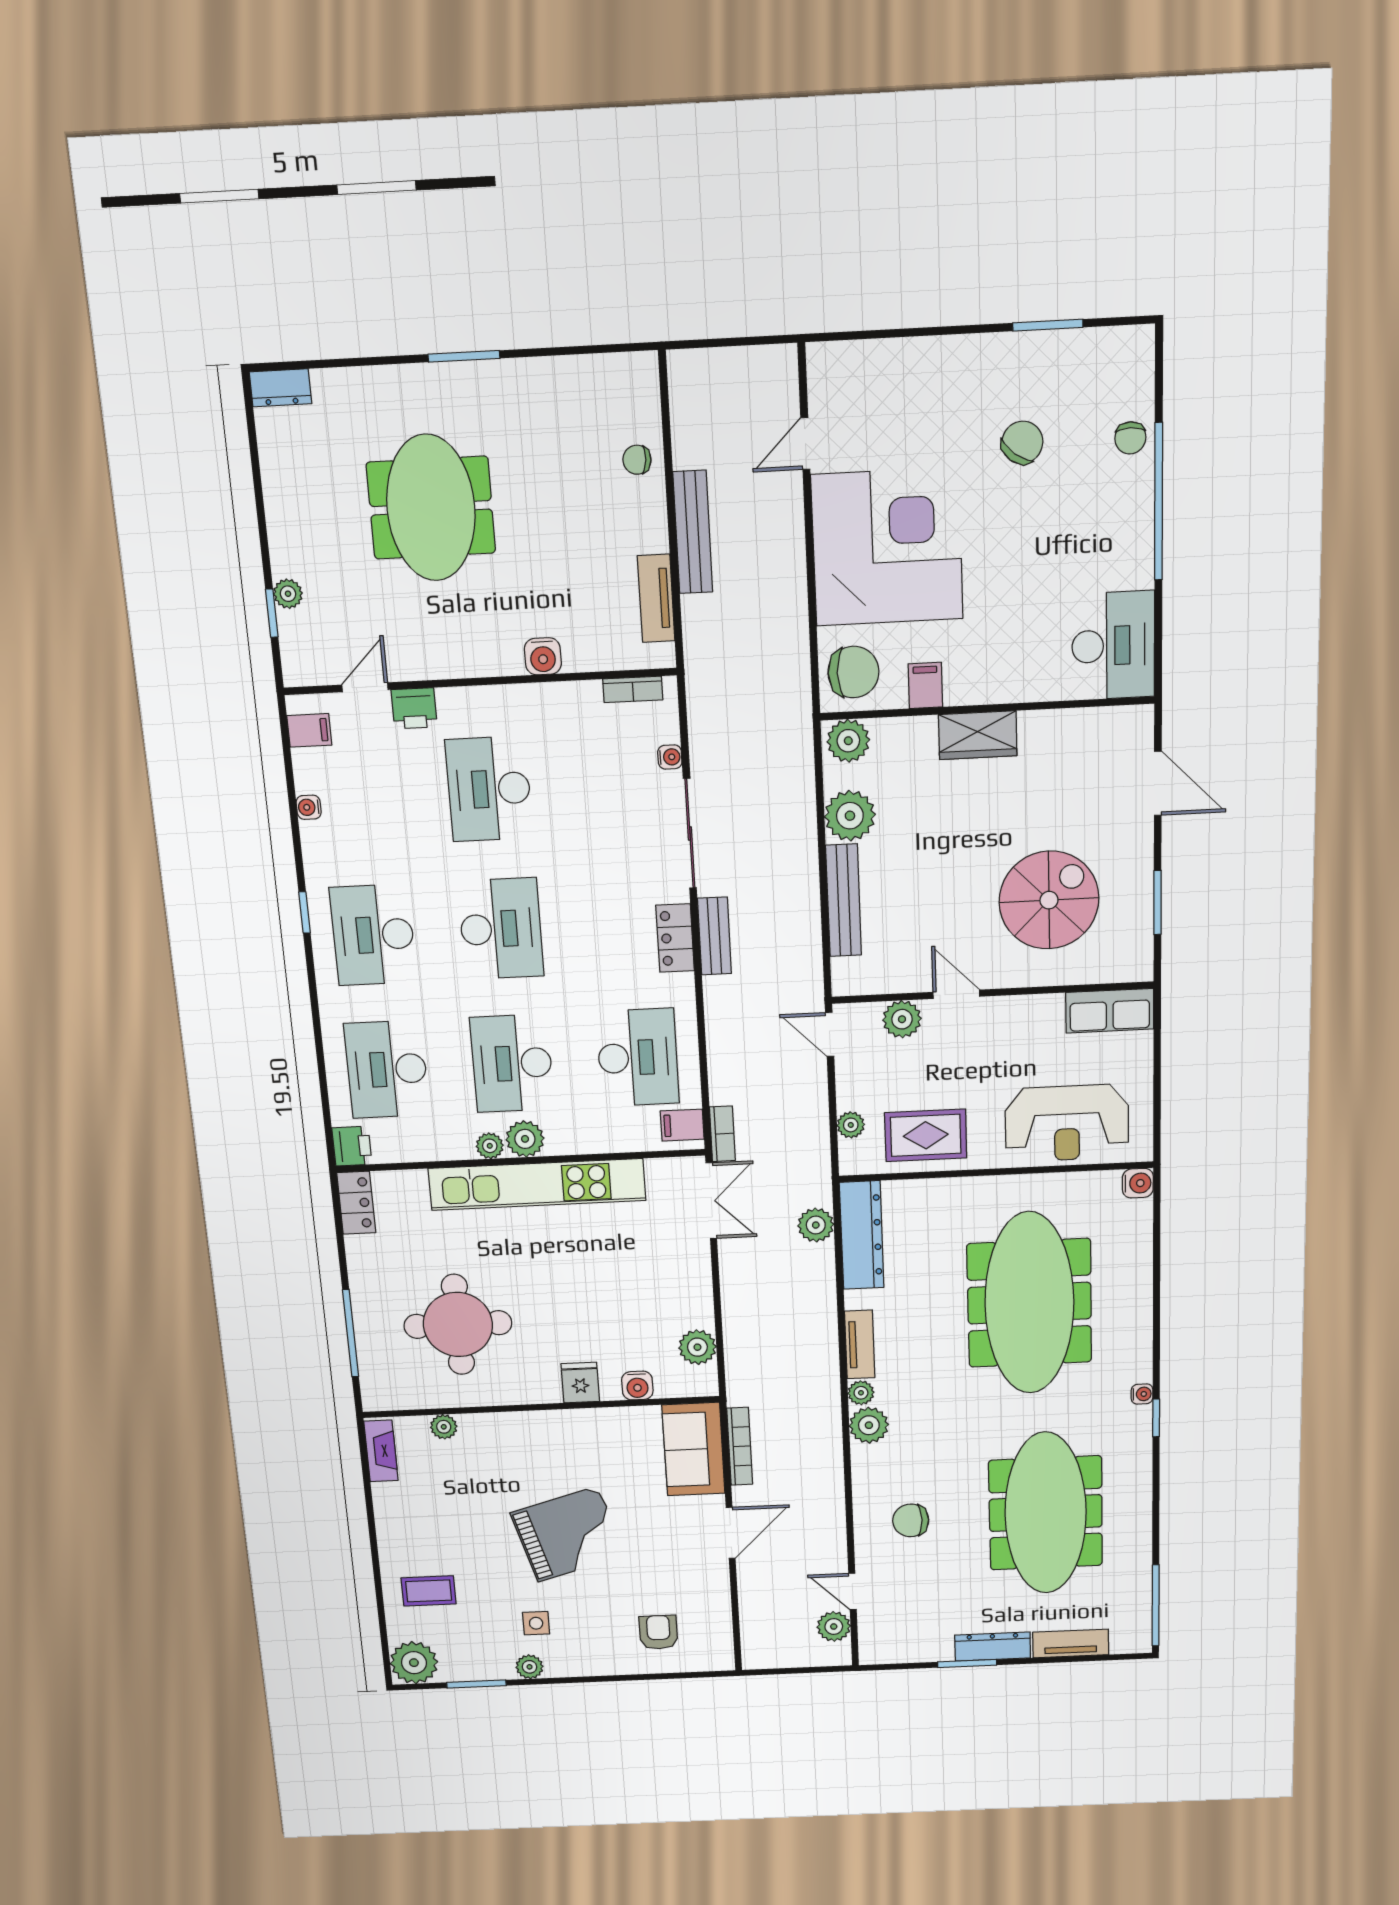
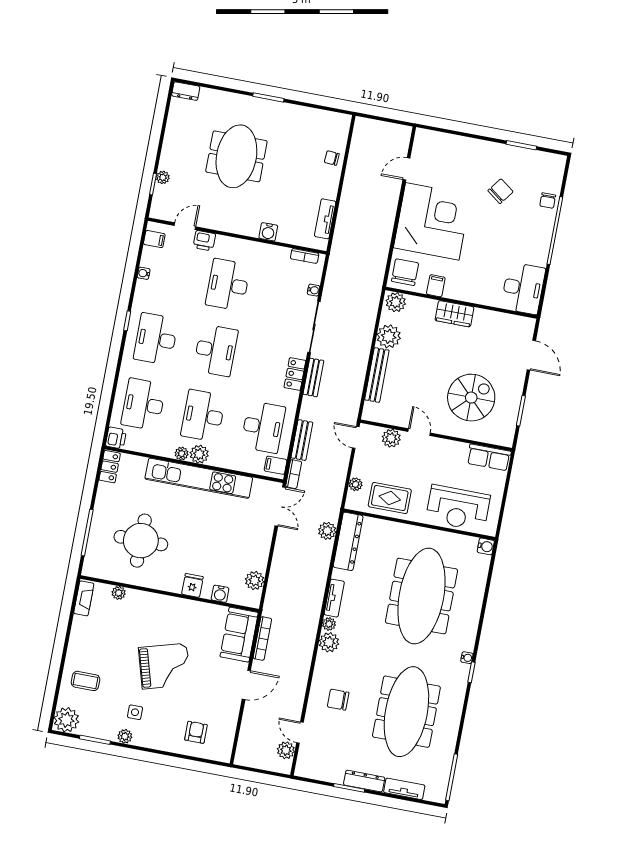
bench: (693, 532) -> (302, 440), moved, width x0.73
chair: (853, 672) -> (405, 272), turned -90

